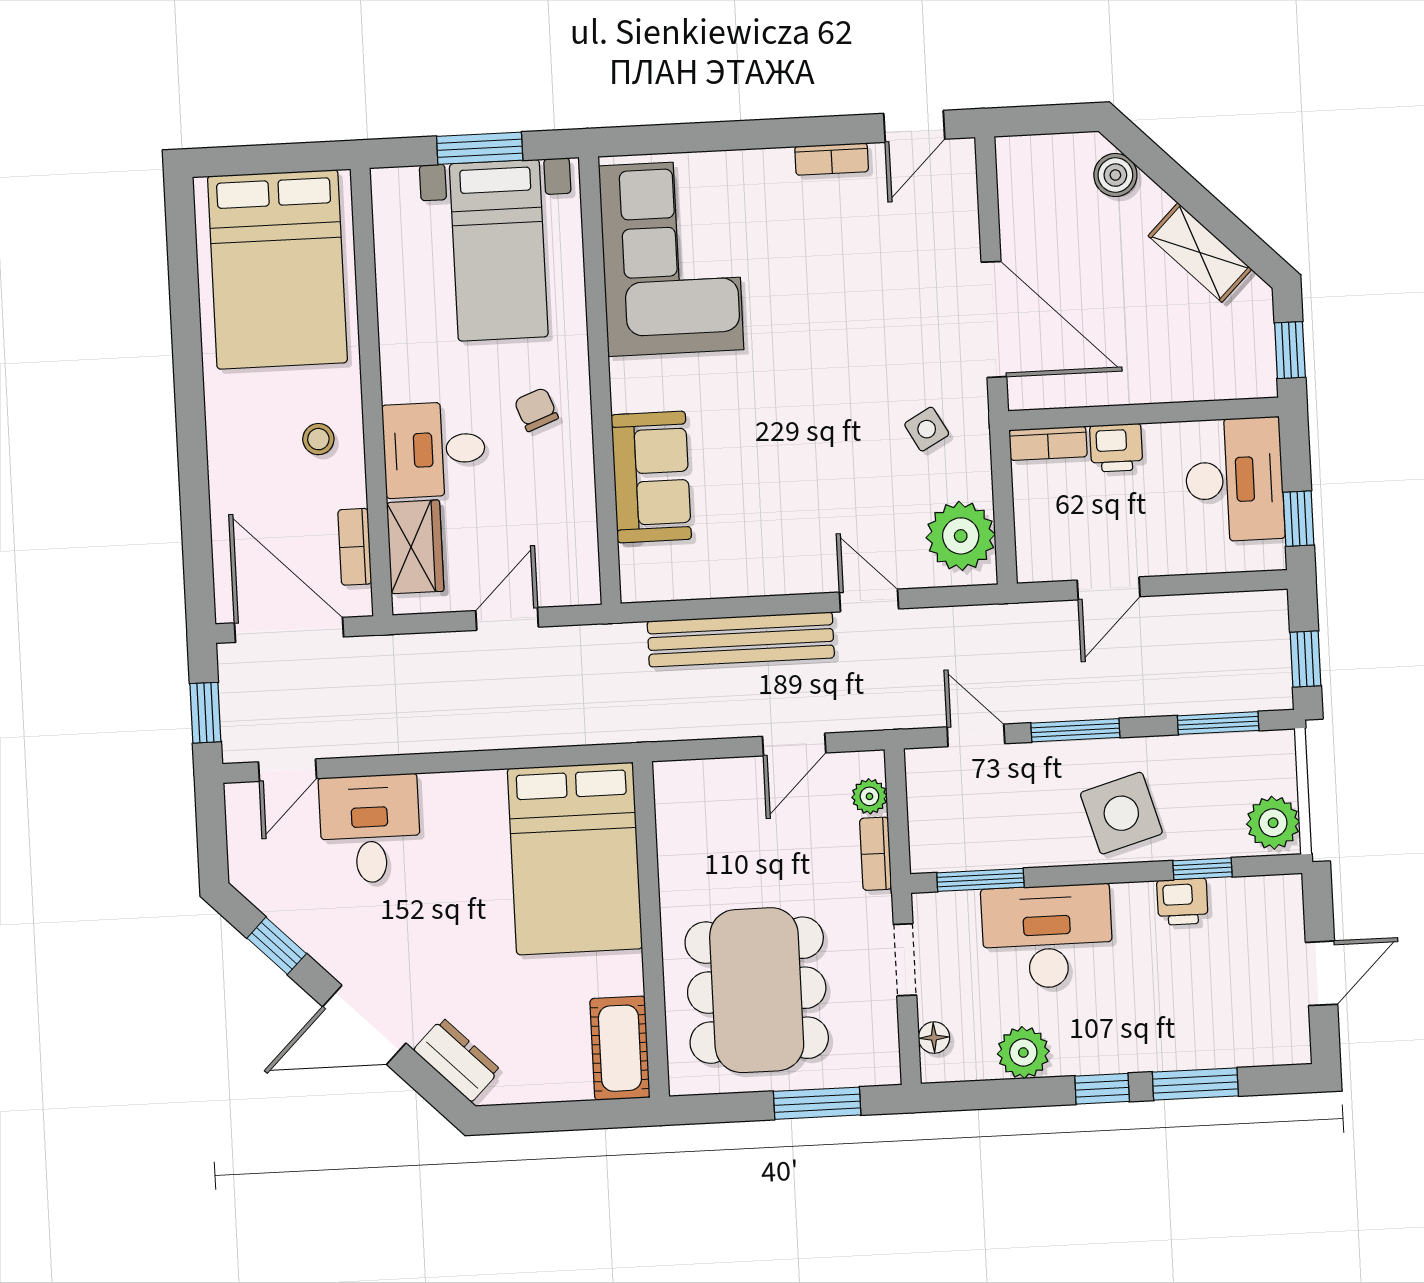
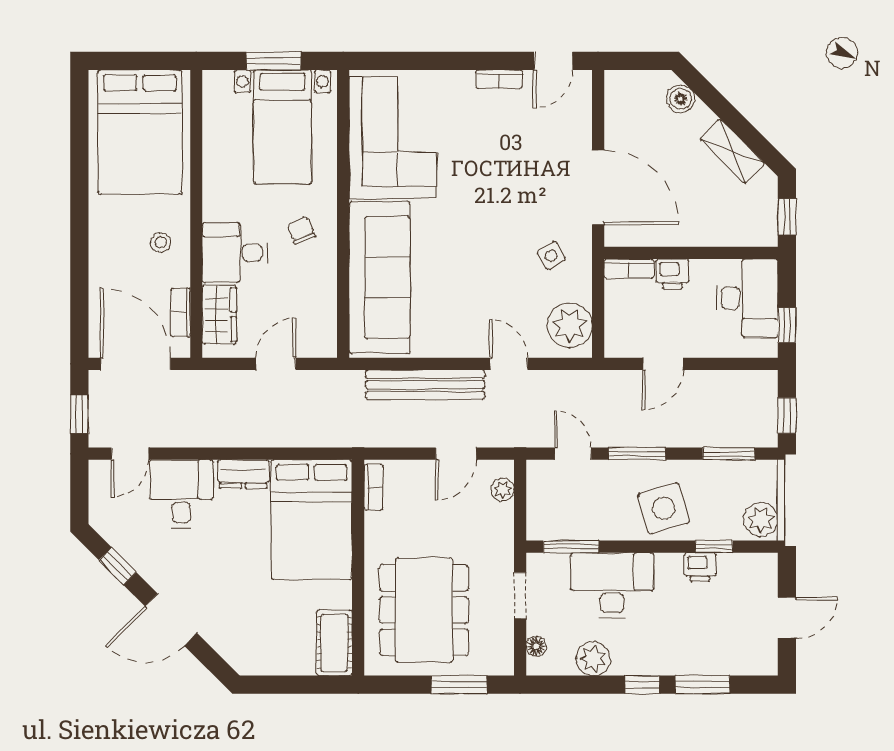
sofa: (651, 477) -> (379, 277), width x1.85, depth x1.27
bookcase: (876, 854) -> (373, 487), moved, turned 180
dresser: (457, 1060) -> (243, 474), moved, turned 135

